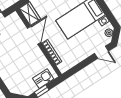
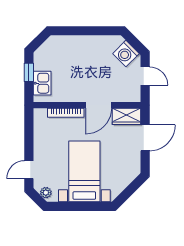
door: (34, 35) -> (99, 105), hinge flipped

